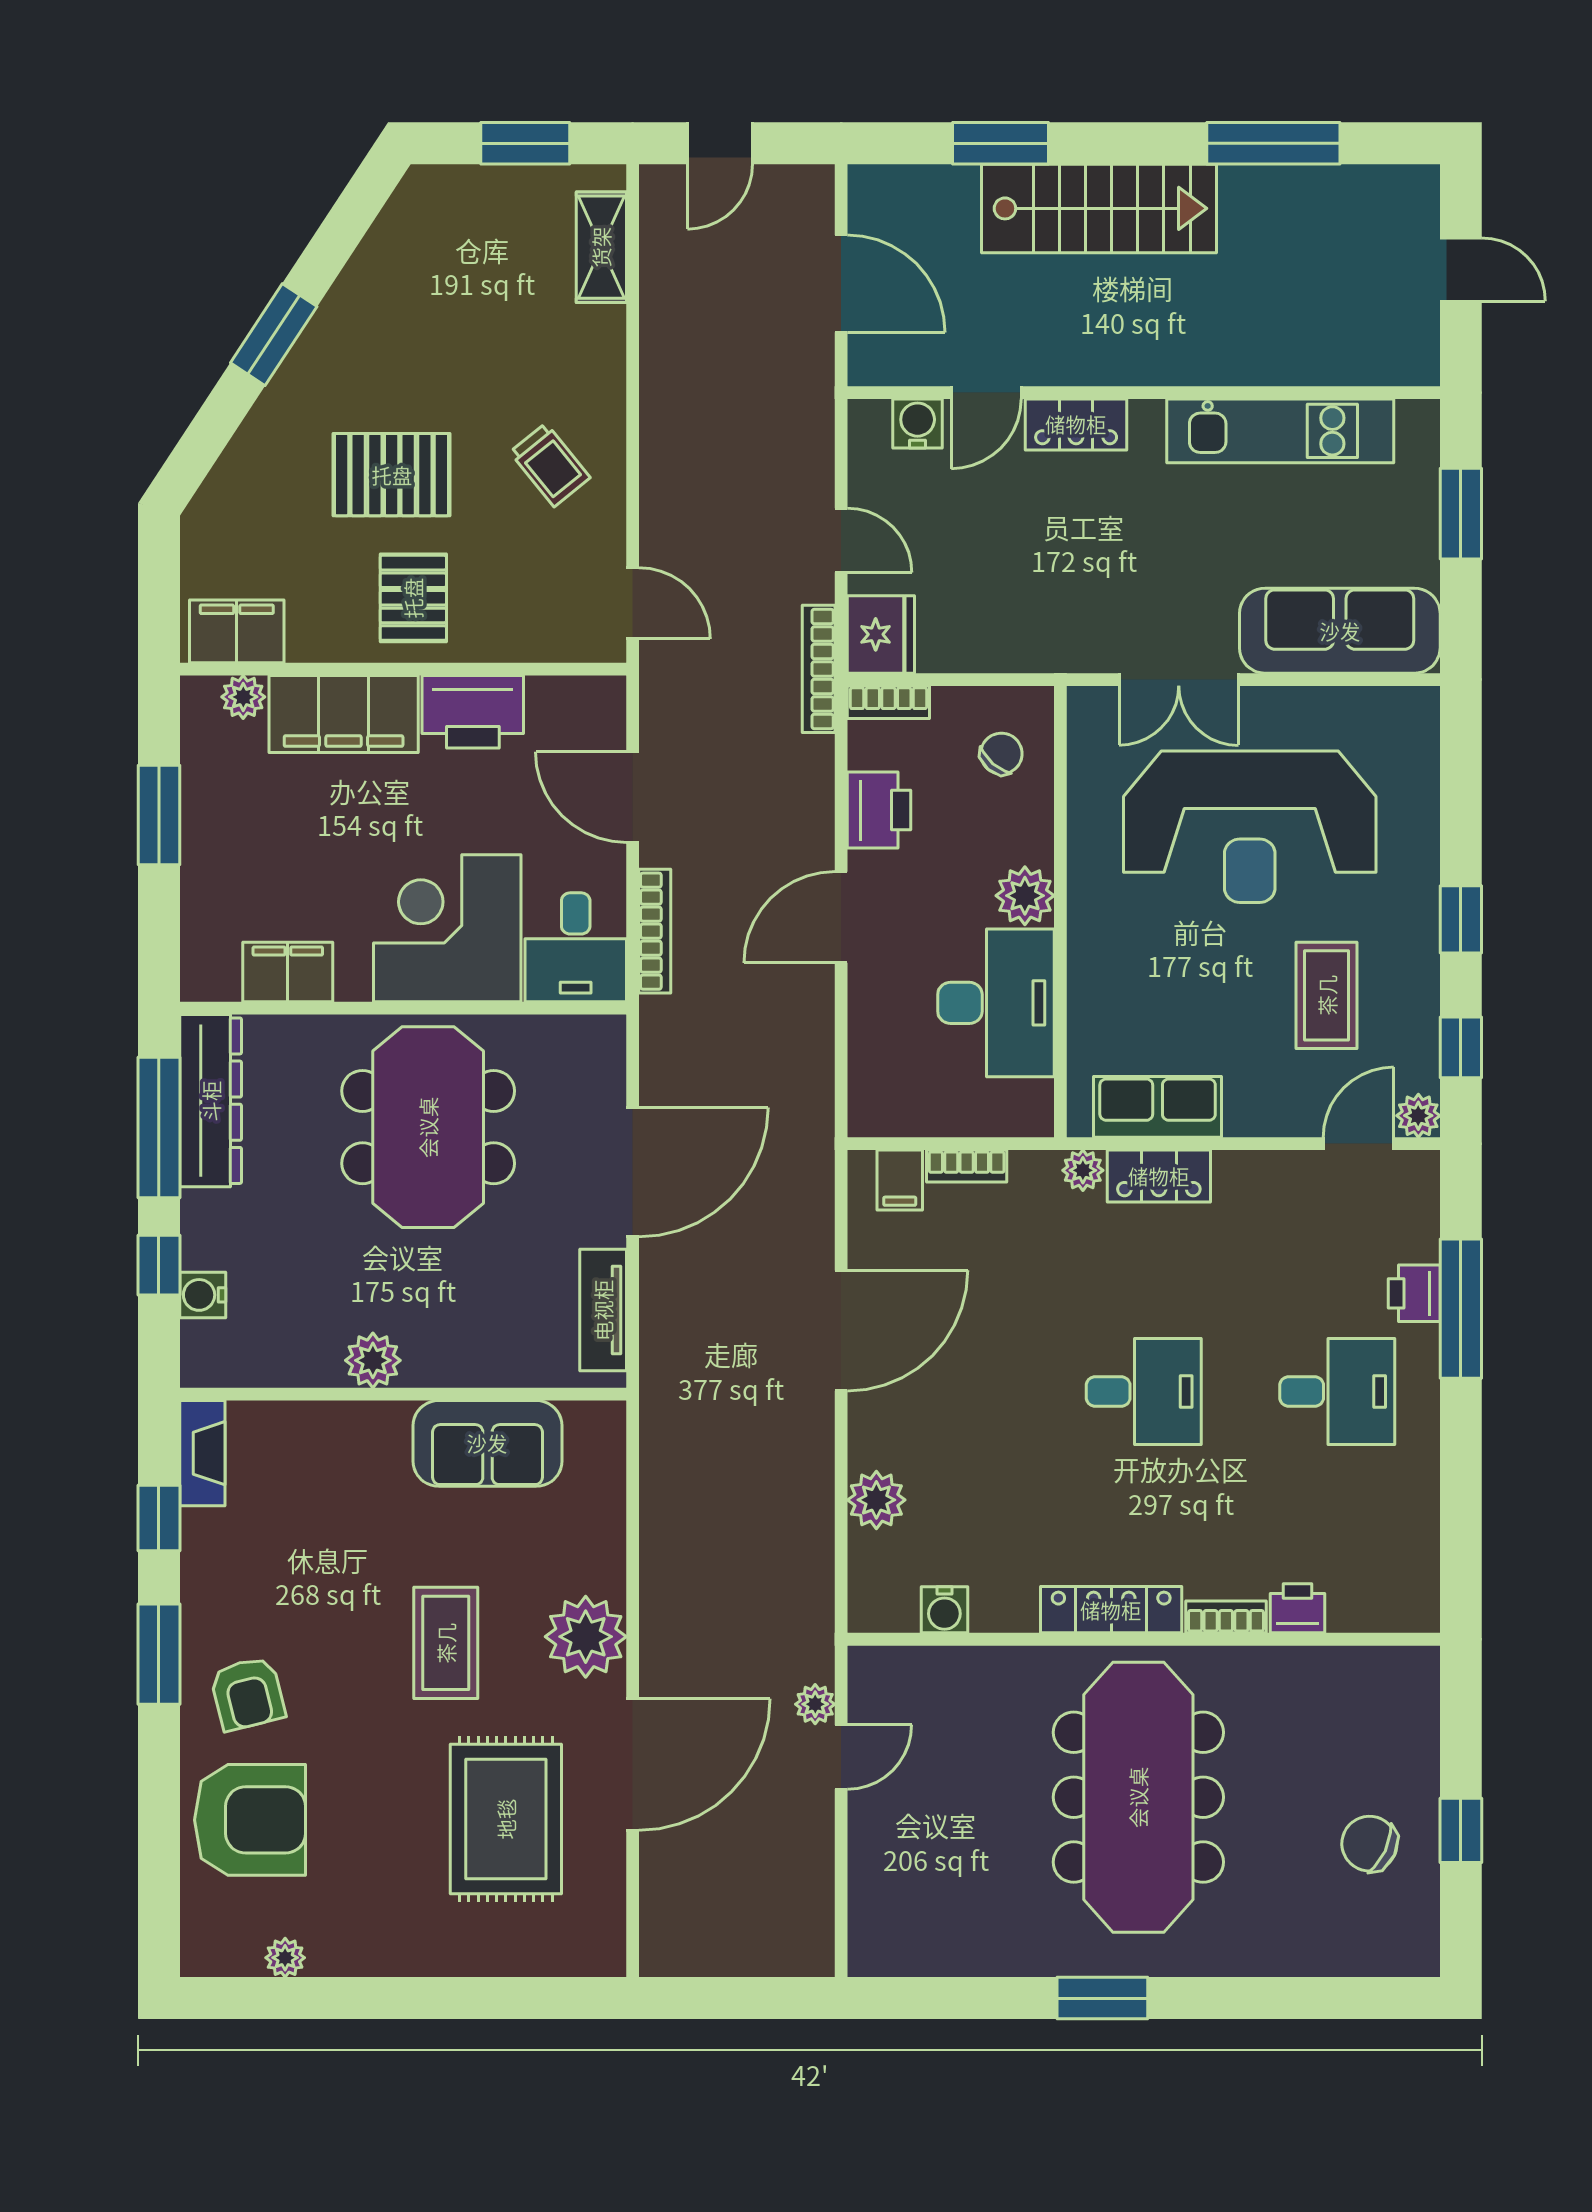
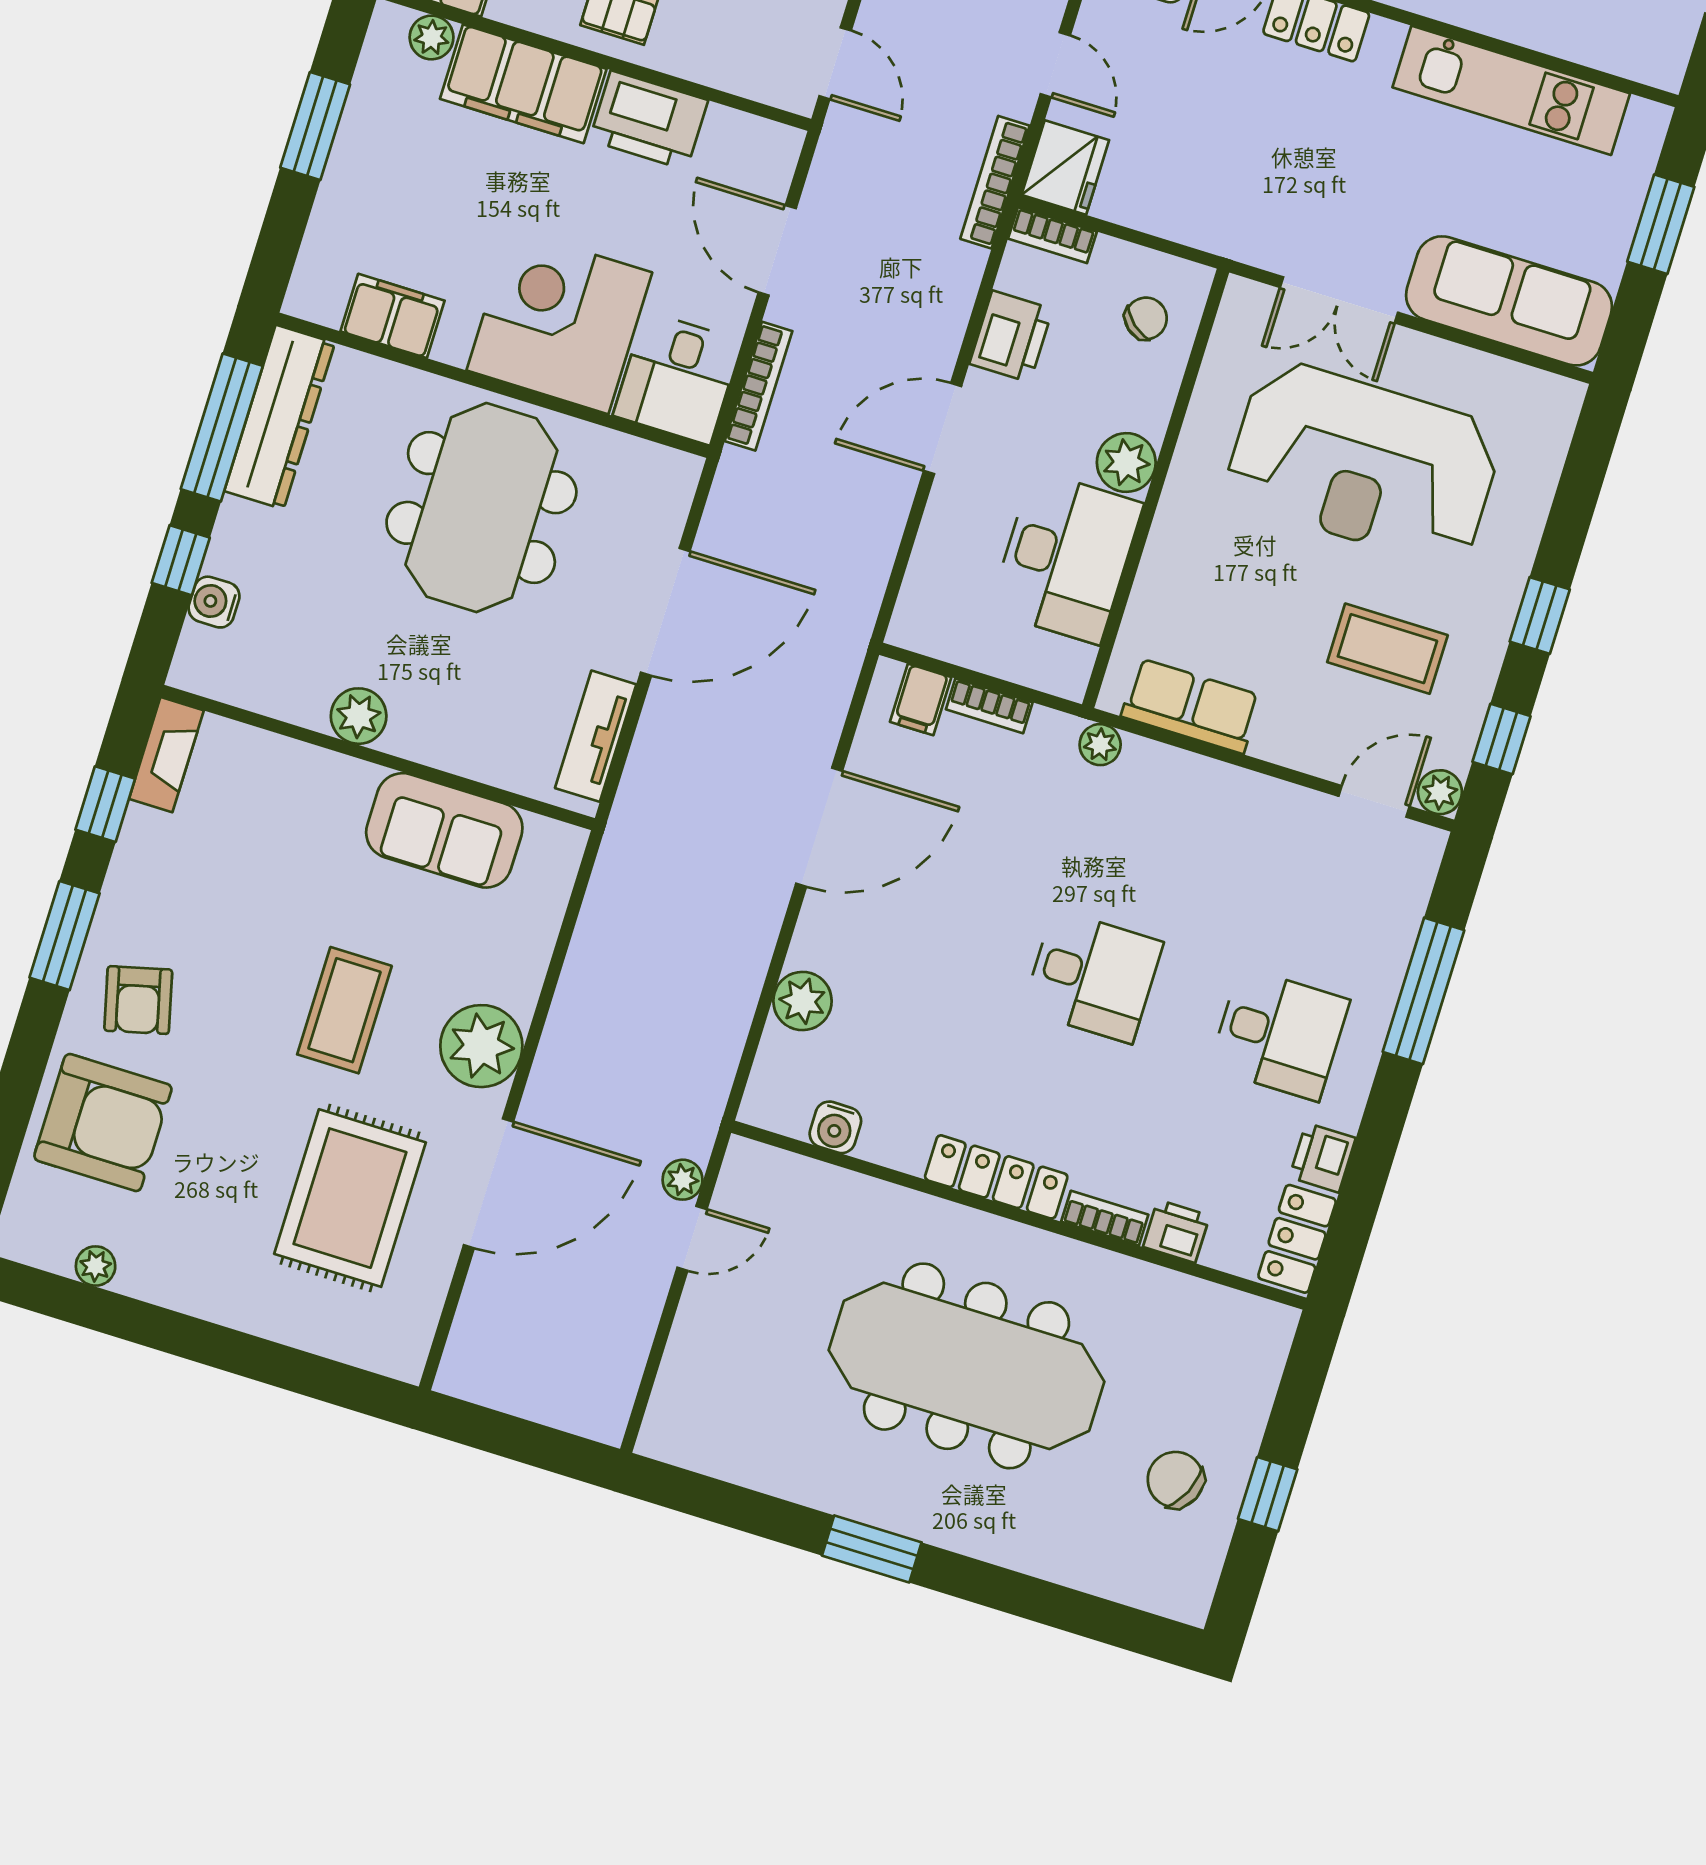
coffee table: (1327, 995) -> (1387, 649), turned 90
locker: (1159, 1176) -> (1297, 1239), moved, turned 90
printer: (1414, 1293) -> (1322, 1158), moved
meeting table: (1138, 1797) -> (967, 1366), turned 90

